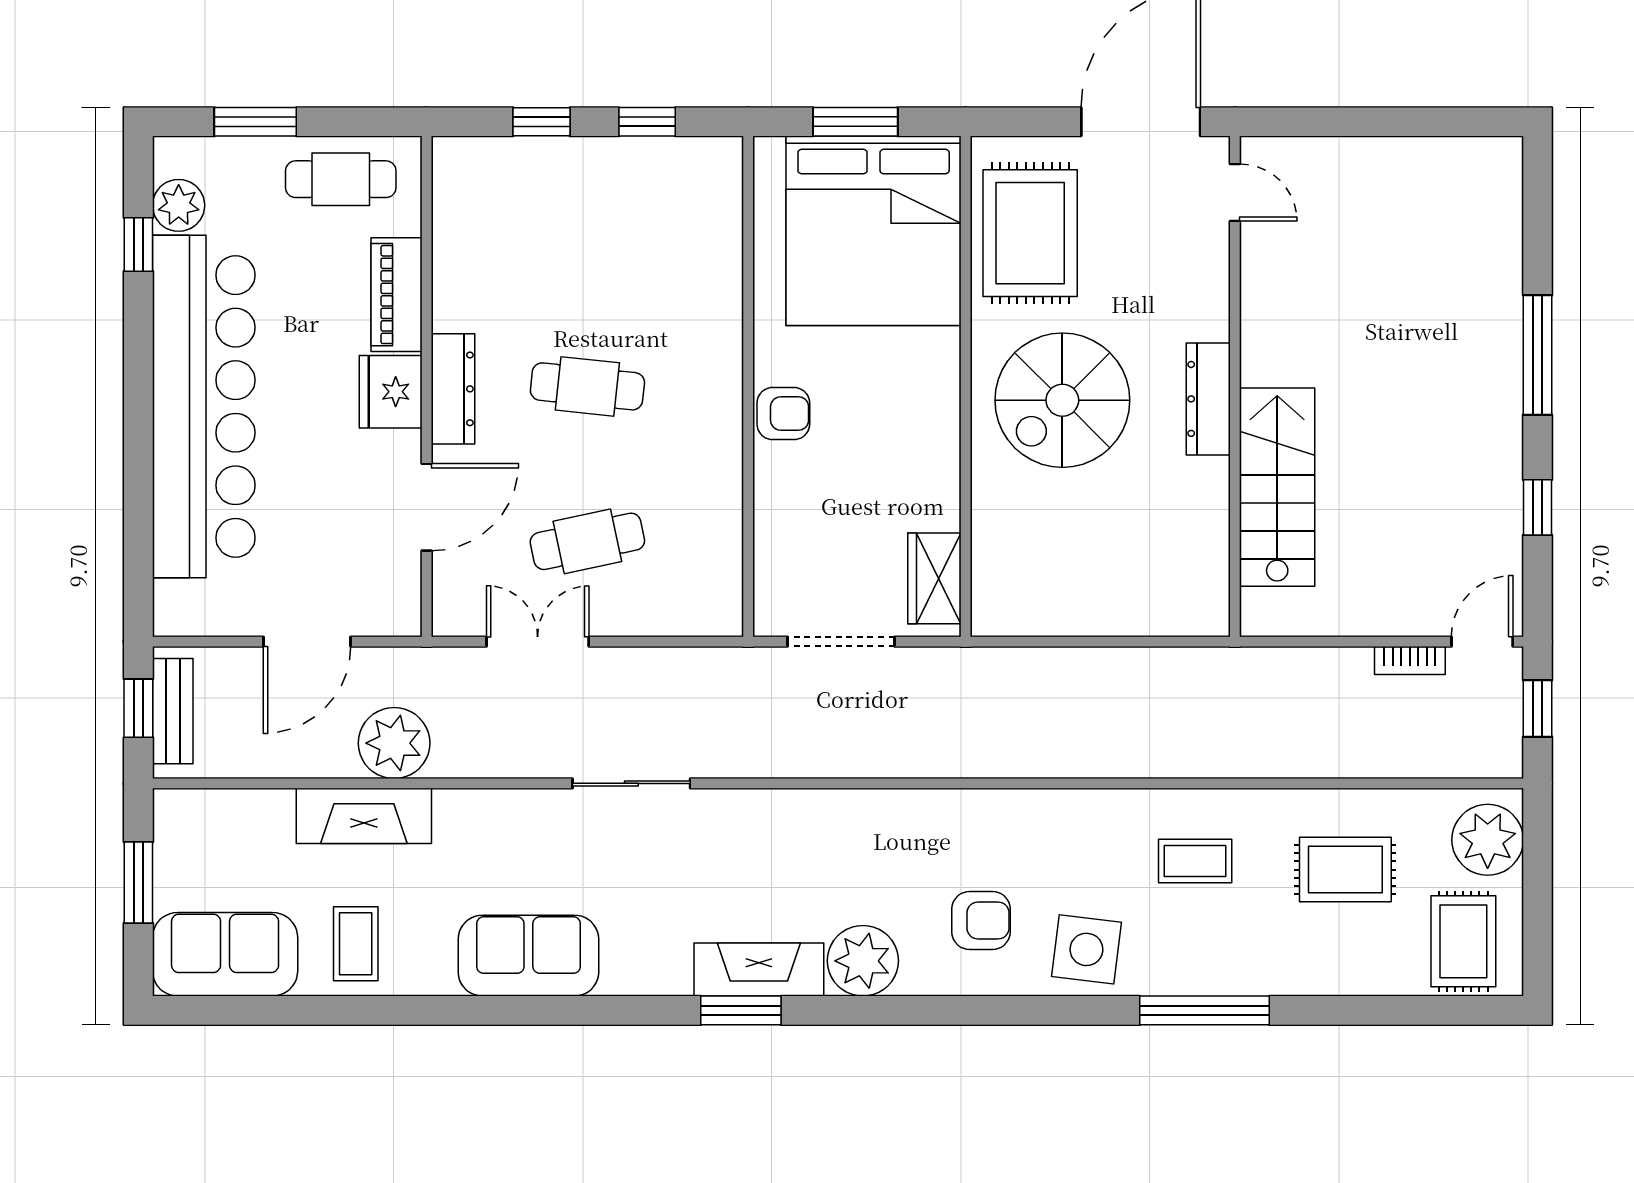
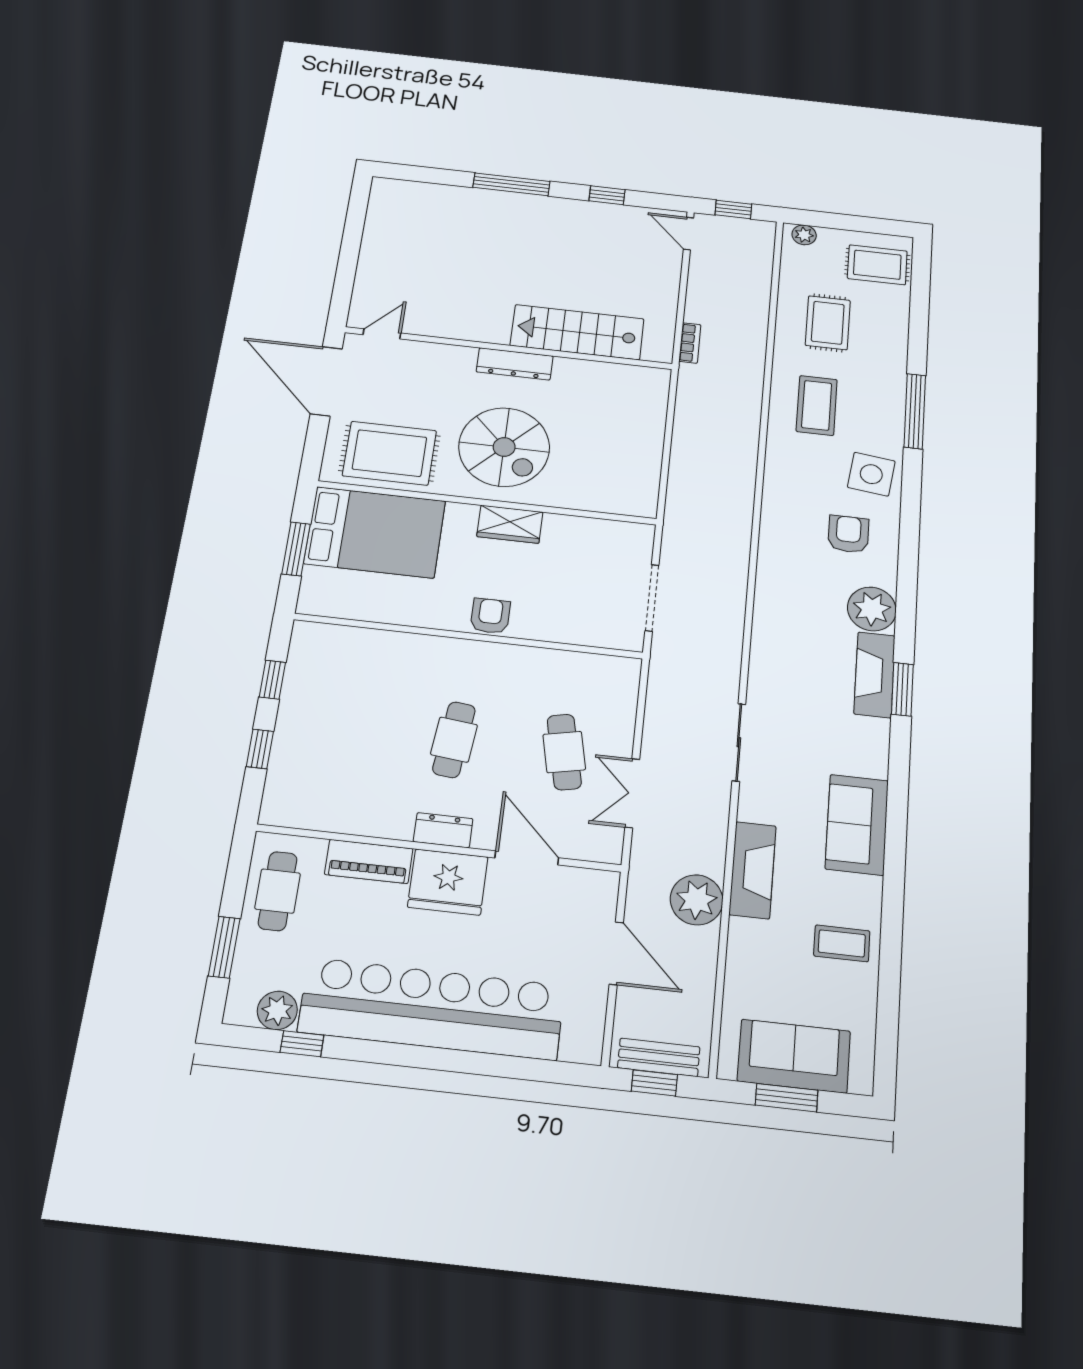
bed: (874, 231) -> (375, 532), width x0.73
dresser: (453, 389) -> (443, 830), width x0.70
fridge: (391, 392) -> (448, 882), width x1.36, depth x1.34
wardrobe: (934, 578) -> (510, 524), moved
bookcase: (1410, 661) -> (690, 343), moved
fireplace: (364, 816) -> (753, 870), moved
plant: (1488, 840) -> (804, 235), width x0.53, depth x0.53
coffee table: (1195, 861) -> (817, 405), width x1.36, depth x1.30
sofa: (225, 954) -> (794, 1056), moved, turned 90

